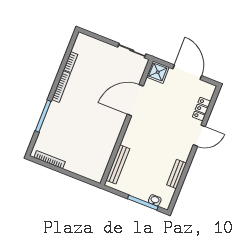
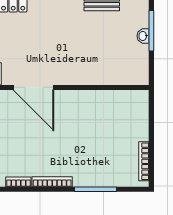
bench: (118, 164) -> (118, 78), removed
washbasin: (155, 200) -> (143, 36), moved

